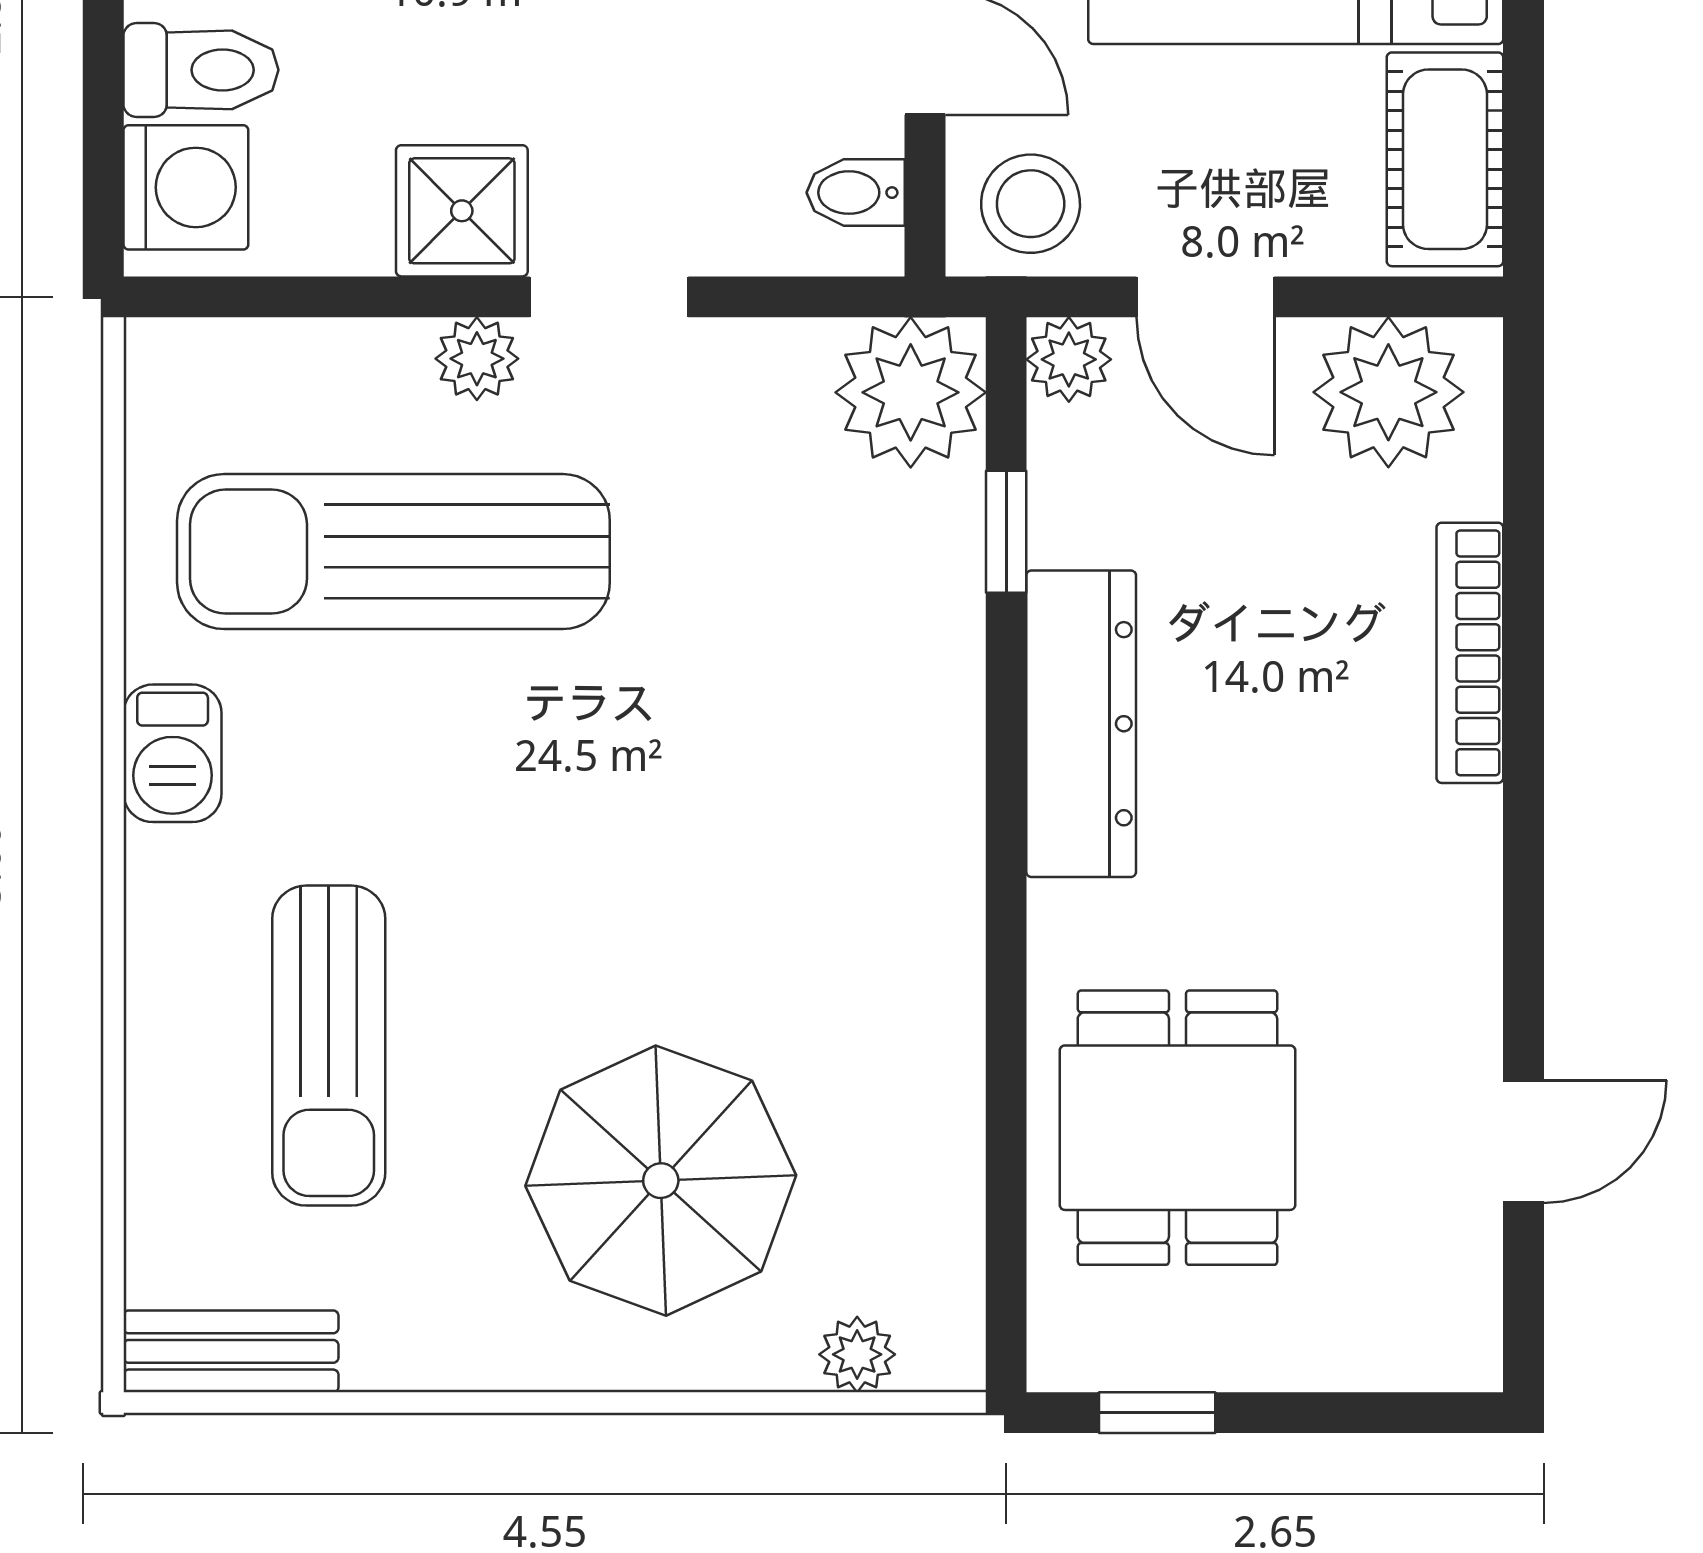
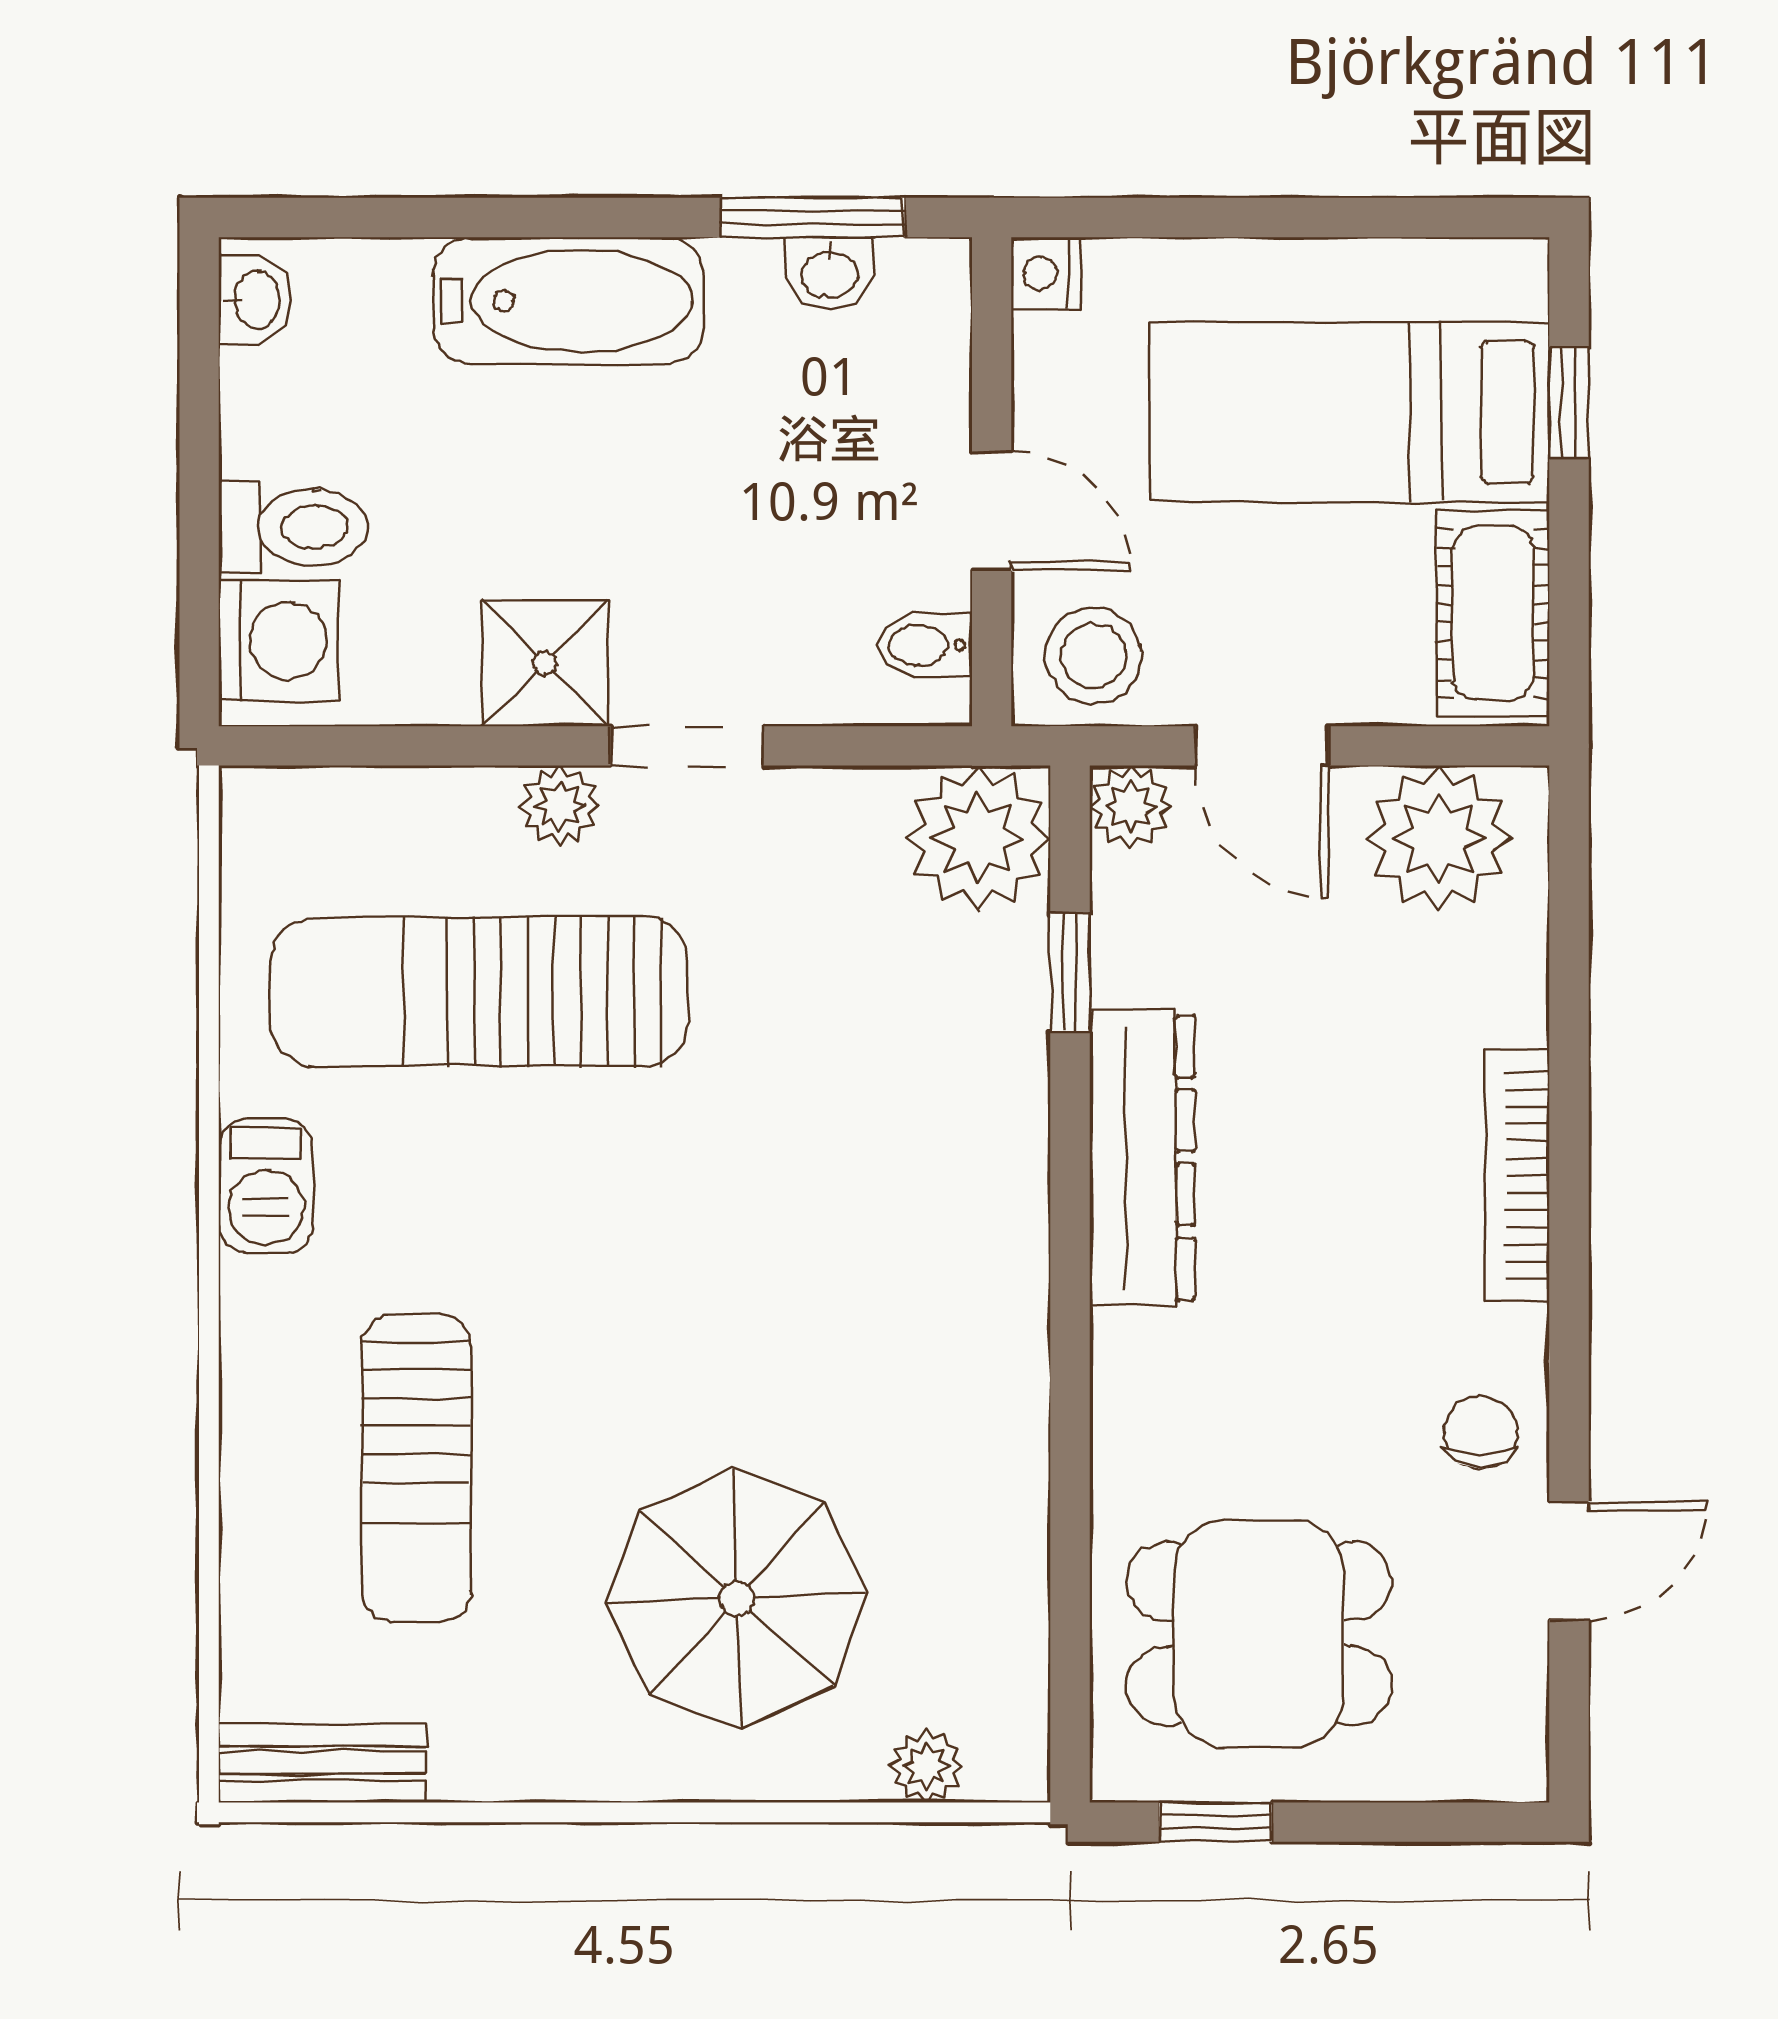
bookcase: (1470, 653) -> (1517, 1176), moved
chair: (1432, 1008) -> (1481, 1432), added
dining table: (1177, 1128) -> (1259, 1634), moved, turned 90

